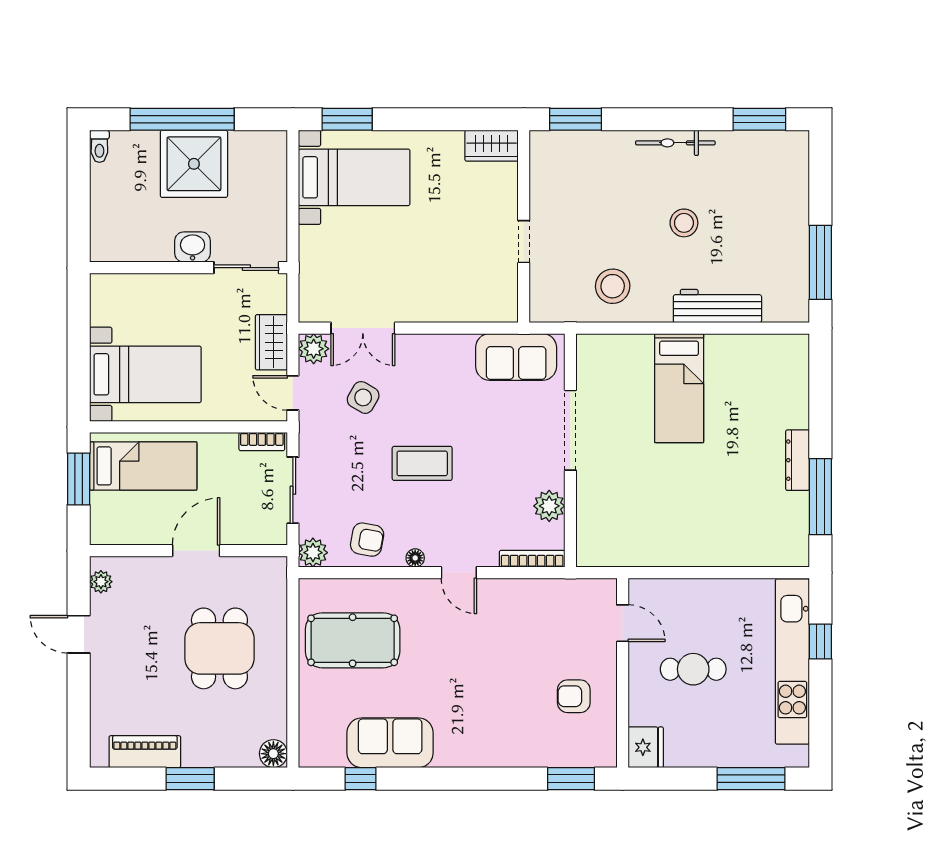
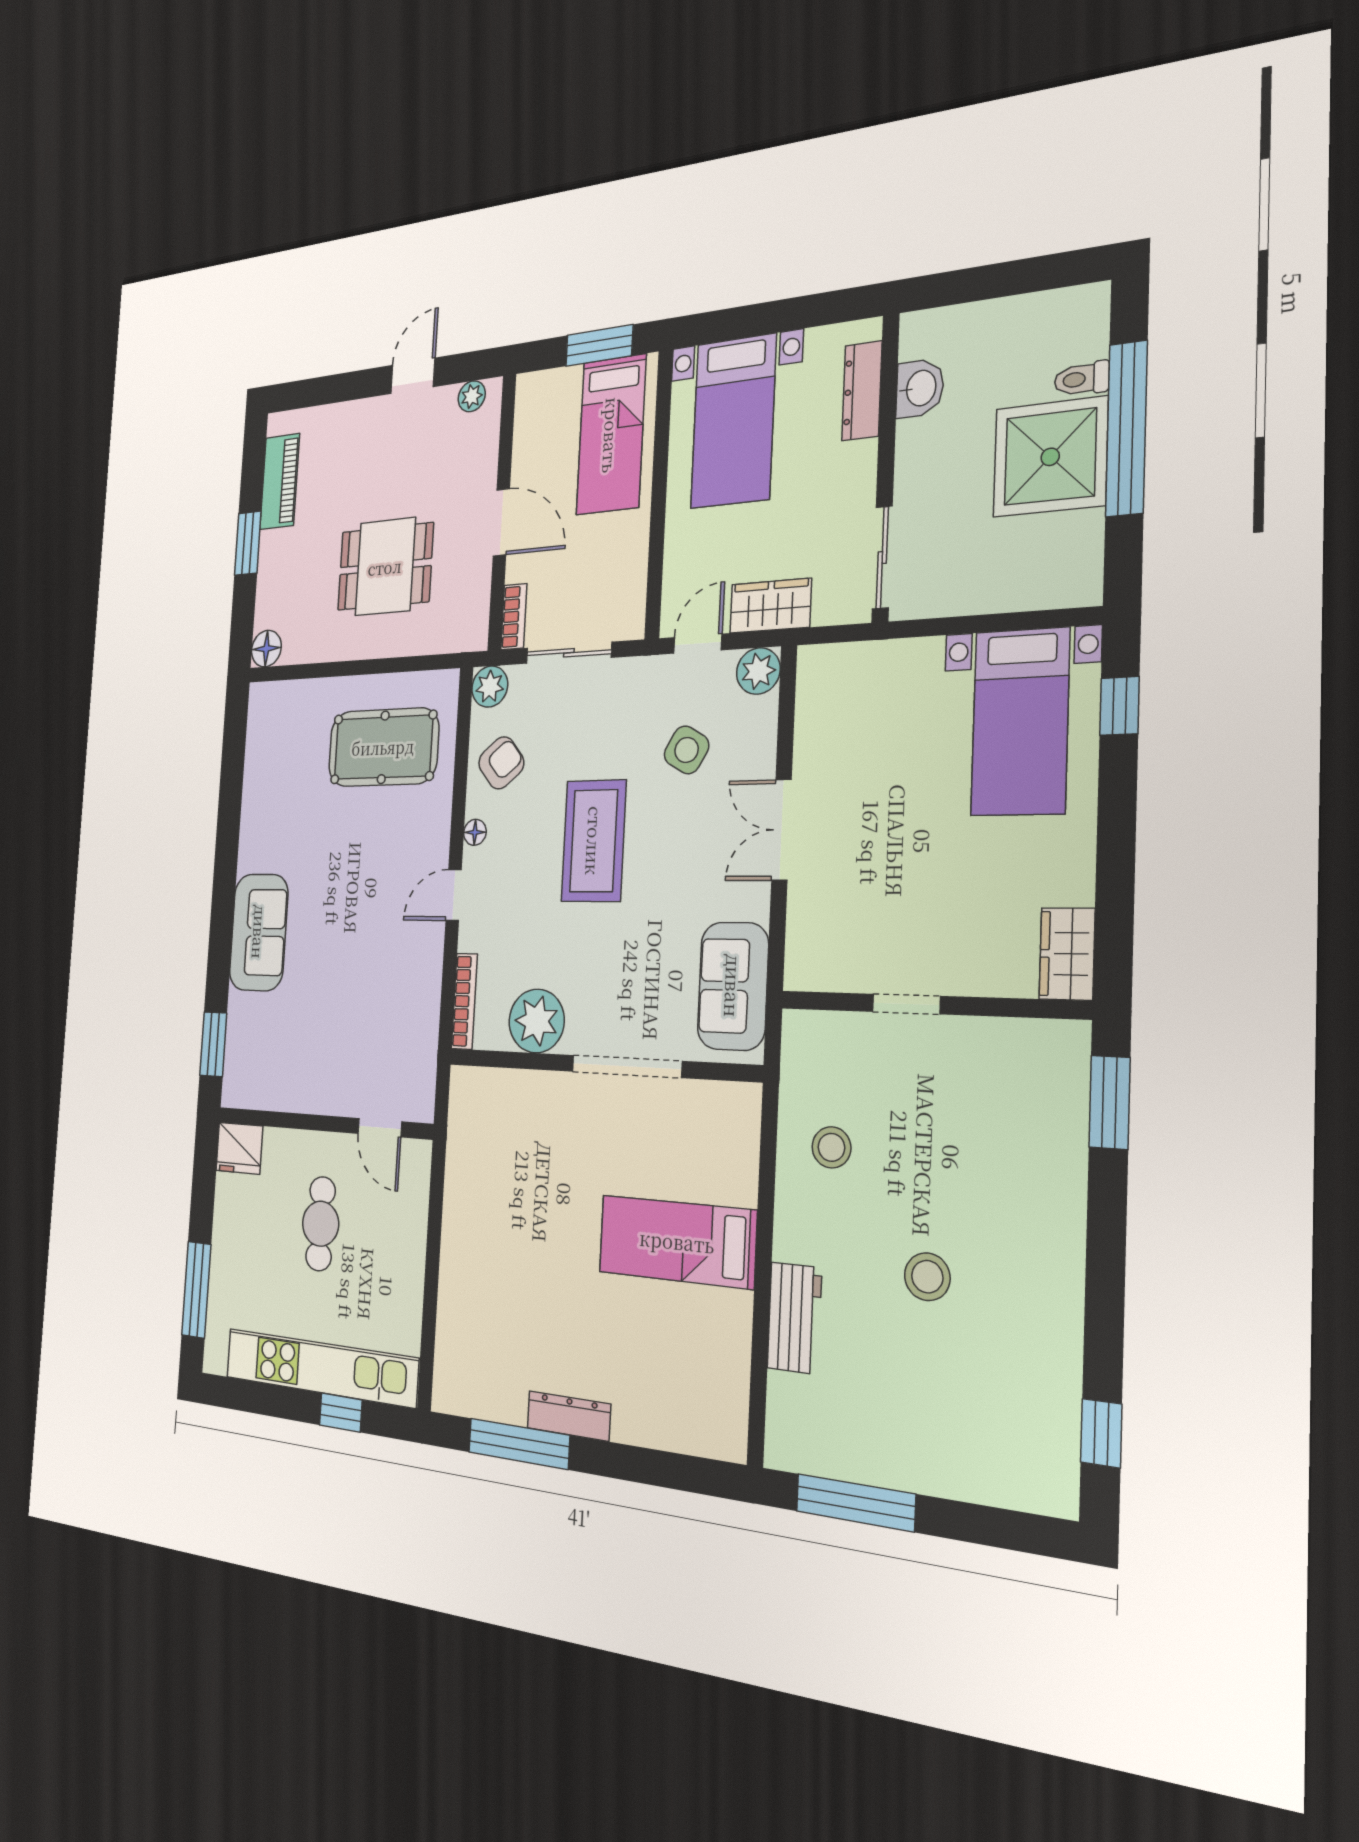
window: (347, 119) -> (1119, 706), width x0.67
window: (759, 119) -> (1101, 1433), width x0.67
bicycle: (675, 143) -> (1063, 1276), removed
toilet: (99, 146) -> (1082, 379), moved
washbasin: (193, 247) -> (920, 388), moved
dresser: (137, 285) -> (862, 391), added
stool: (613, 286) -> (831, 1147), width x0.73, depth x0.73
workbench: (717, 306) -> (794, 1318), width x0.73
double door: (363, 328) -> (781, 830), moved
bookcase: (262, 442) -> (514, 617), moved, turned 180
coffee table: (422, 463) -> (594, 841), width x1.36, depth x1.32
plant: (549, 506) -> (537, 1021), width x1.36, depth x1.36
armchair: (367, 540) -> (501, 763), turned -139
door: (623, 623) -> (380, 1128), hinge flipped
pool table: (353, 640) -> (383, 747), turned 90
armchair: (574, 696) -> (301, 1053), removed
sofa: (390, 743) -> (259, 932), moved
window: (361, 779) -> (233, 764), removed

